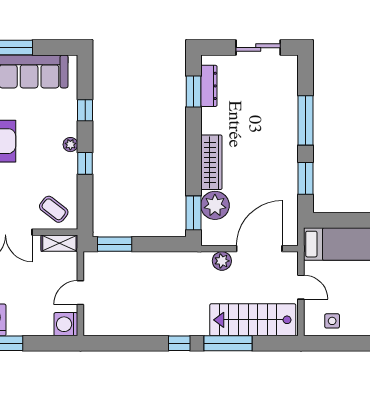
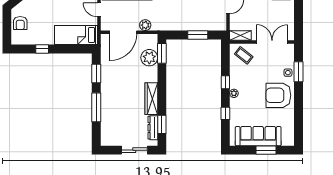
sliding door: (258, 48) -> (134, 150), moved
wardrobe: (211, 162) -> (151, 99), moved
window: (115, 244) -> (198, 35), moved

